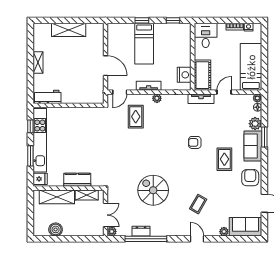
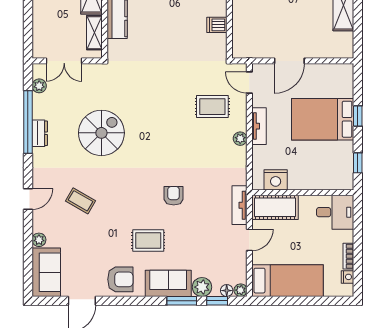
bed: (144, 44) -> (323, 119), width x1.50
door: (224, 92) -> (249, 240), hinge flipped
dishwasher: (82, 114) -> (217, 25), added
window: (264, 114) -> (217, 301), added
plant: (112, 231) -> (39, 86), moved
dresser: (141, 231) -> (40, 133), moved

